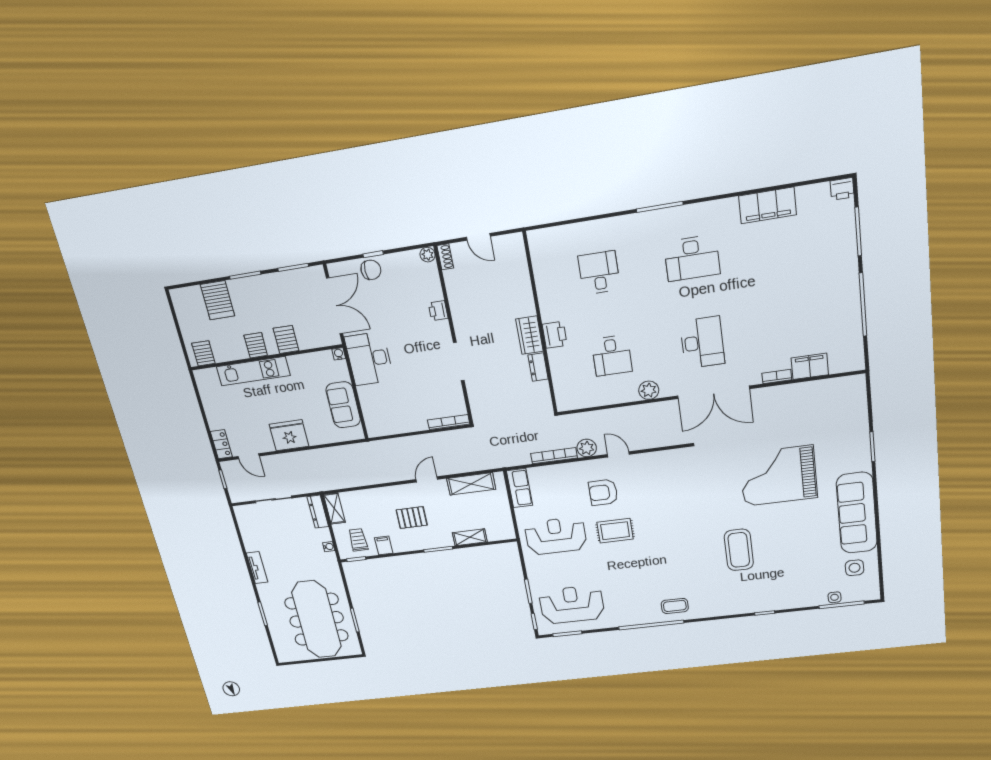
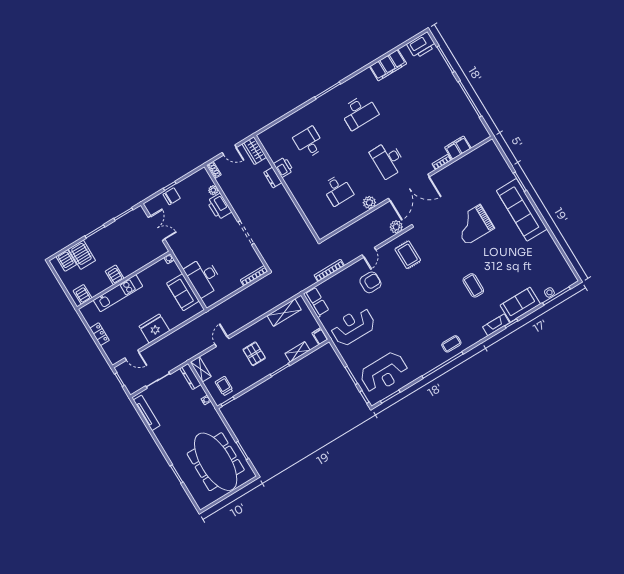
printer: (842, 189) -> (421, 45), width x1.87, depth x1.48
plant: (428, 255) -> (213, 190), moved
double door: (335, 306) -> (157, 228), width x0.73
printer: (438, 311) -> (219, 206), width x1.87, depth x1.48
wardrobe: (529, 335) -> (254, 151), moved
printer: (555, 335) -> (283, 167), moved
server rack: (286, 340) -> (66, 260), moved, turned 180
desk: (702, 342) -> (388, 159), turned 180
desk: (369, 359) -> (203, 277), moved
dresser: (538, 367) -> (273, 178), moved
locker: (221, 444) -> (99, 334), moved
plant: (587, 448) -> (396, 227), moved
door: (618, 454) -> (369, 252), swing flipped
grand piano: (778, 476) -> (473, 225), width x0.73, depth x0.68
door: (427, 479) -> (222, 341), moved
armchair: (603, 492) -> (370, 282), turned 180
sofa: (857, 513) -> (522, 210), moved
pallet: (412, 518) -> (254, 354), turned 90
rug: (615, 531) -> (408, 255), moved, turned 90
filing cabinet: (384, 545) -> (320, 336), moved
coffee table: (739, 550) -> (473, 285), width x0.73, depth x0.76
tv unit: (257, 568) -> (147, 413), moved, width x1.41
side table: (854, 568) -> (551, 266), removed
sofa: (788, 596) -> (520, 305), added
reception desk: (572, 605) -> (384, 373), turned 180
fireplace: (744, 607) -> (496, 325), added

